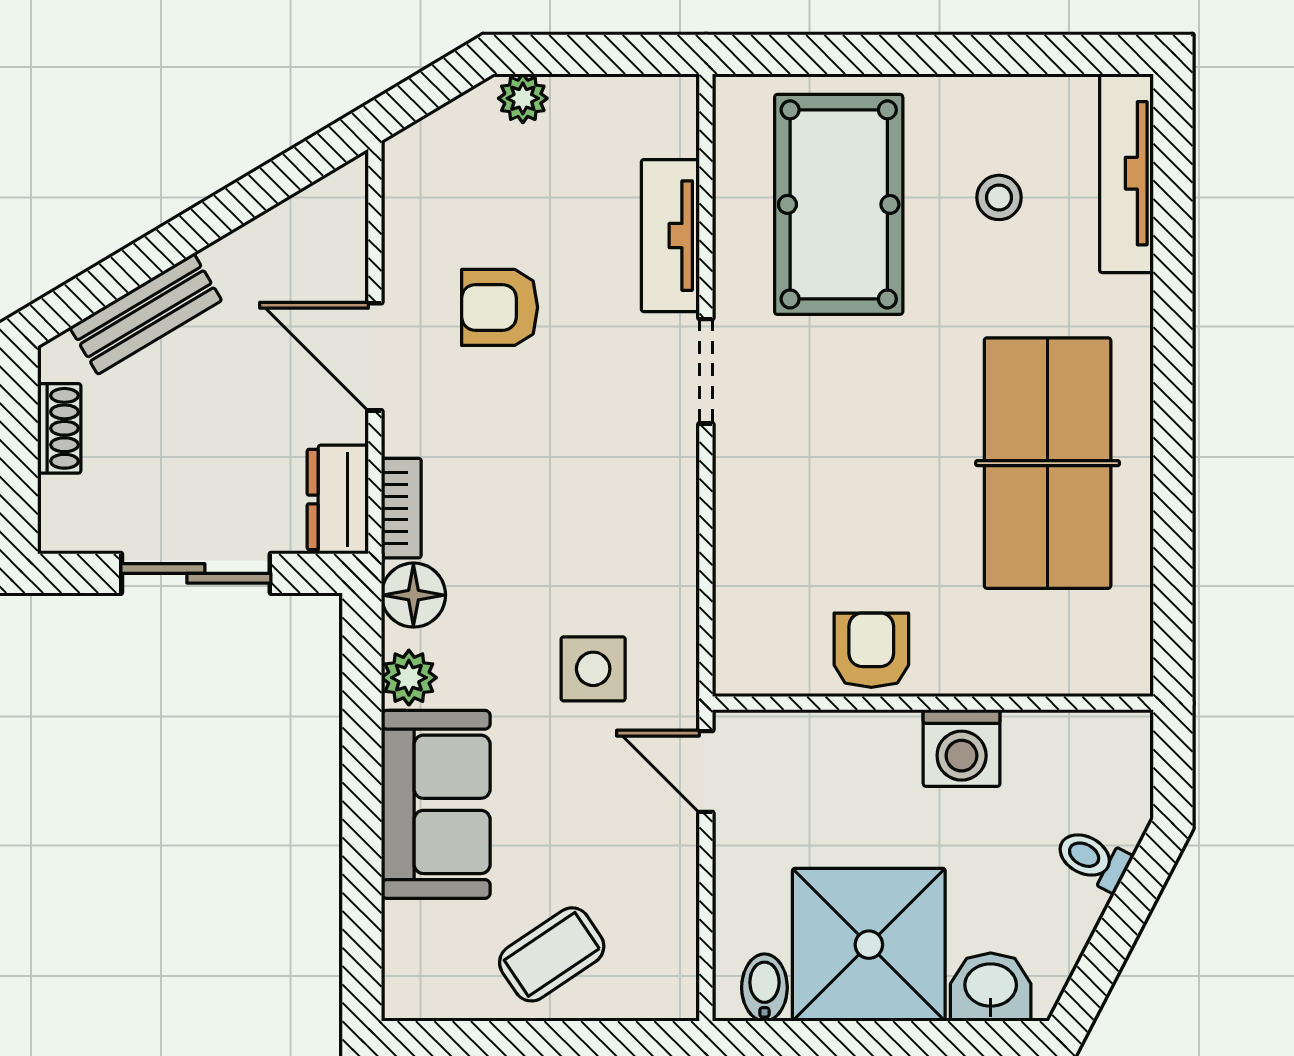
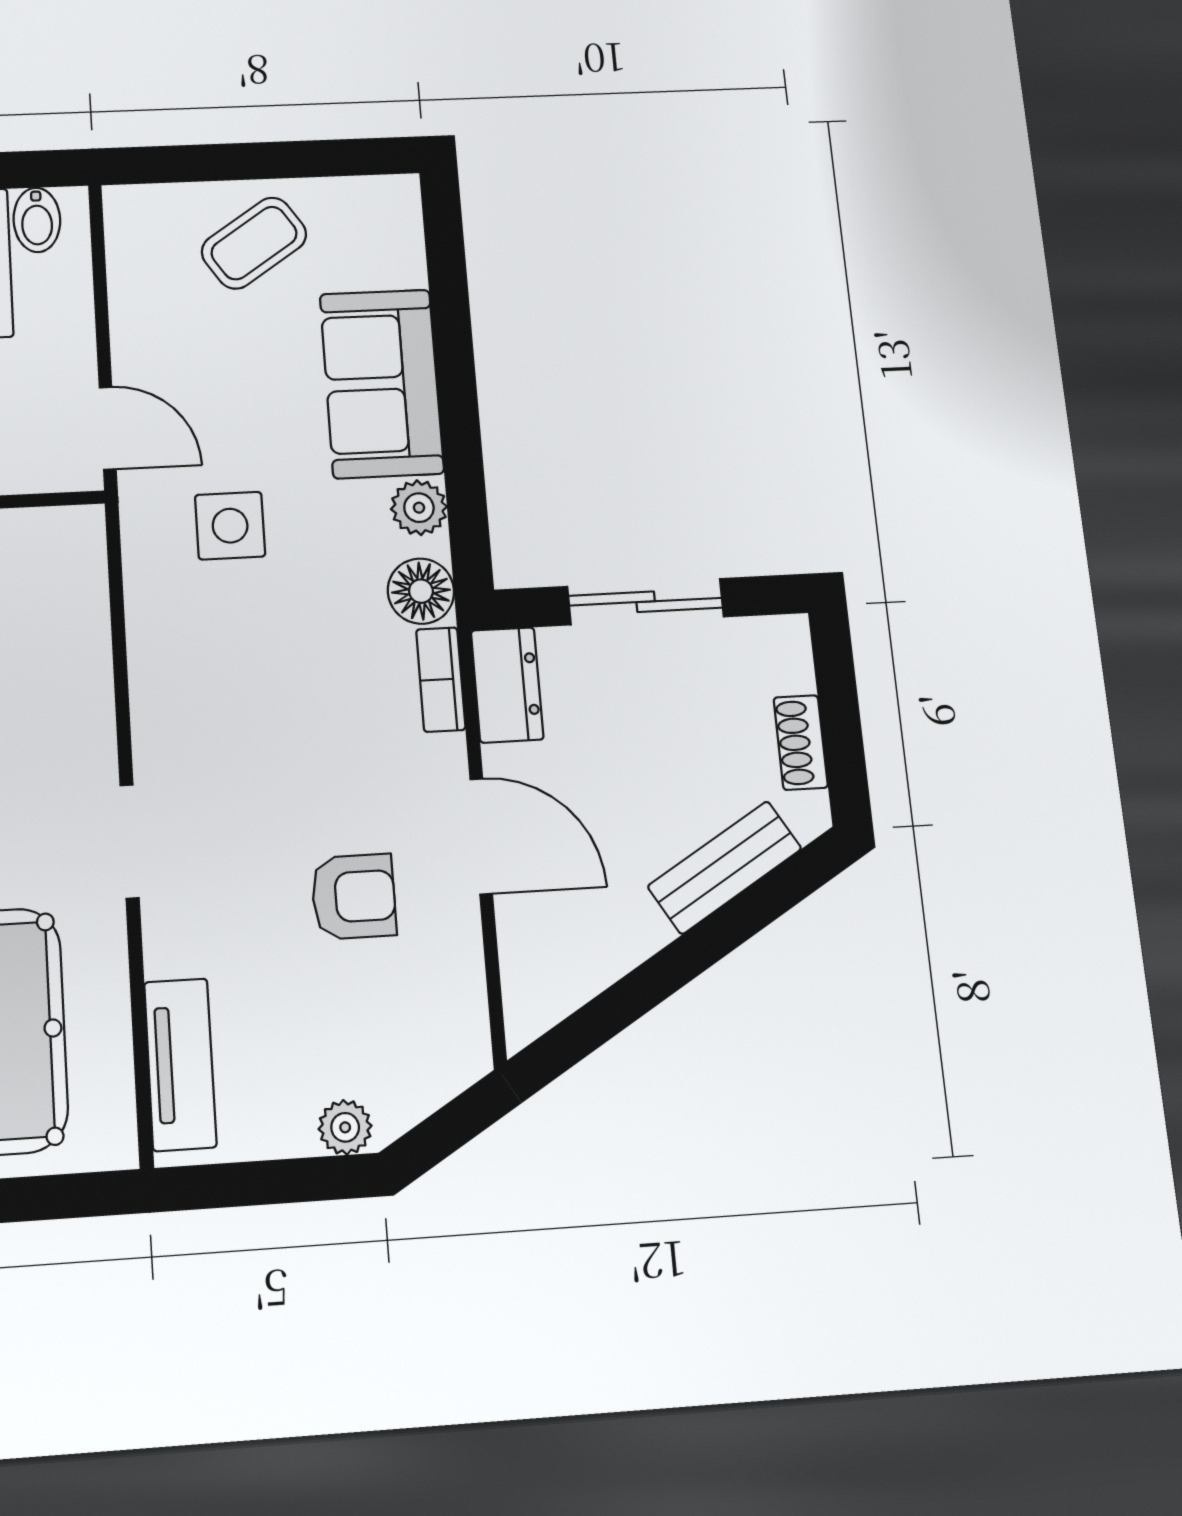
tv unit: (670, 236) -> (180, 1064), moved

